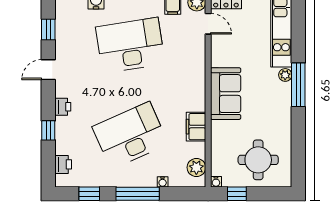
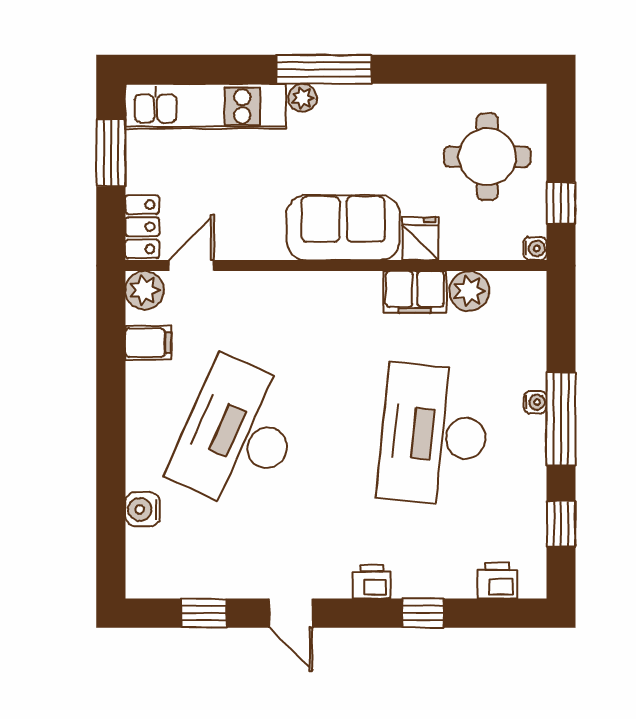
desk: (130, 45) -> (238, 435), turned 33
fridge: (220, 129) -> (420, 239), added
desk: (130, 135) -> (434, 435), turned 30
plant: (196, 167) -> (469, 291), moved
water cooler: (163, 182) -> (535, 402), moved

